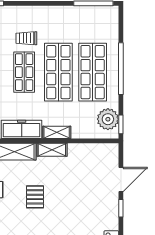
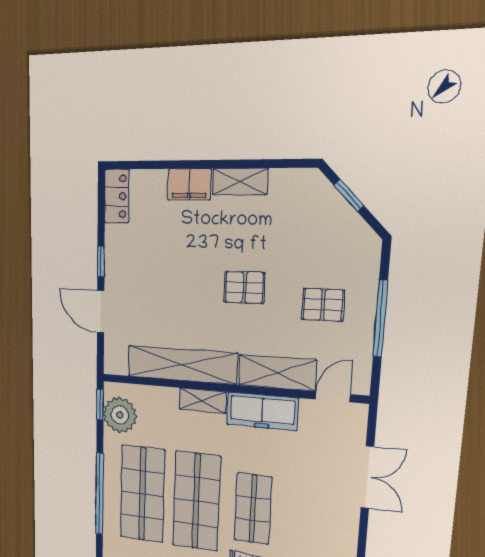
shelving: (52, 150) -> (182, 365), width x2.20, depth x1.33
door: (121, 180) -> (101, 312), hinge flipped
pallet: (35, 197) -> (244, 287), turned 90

